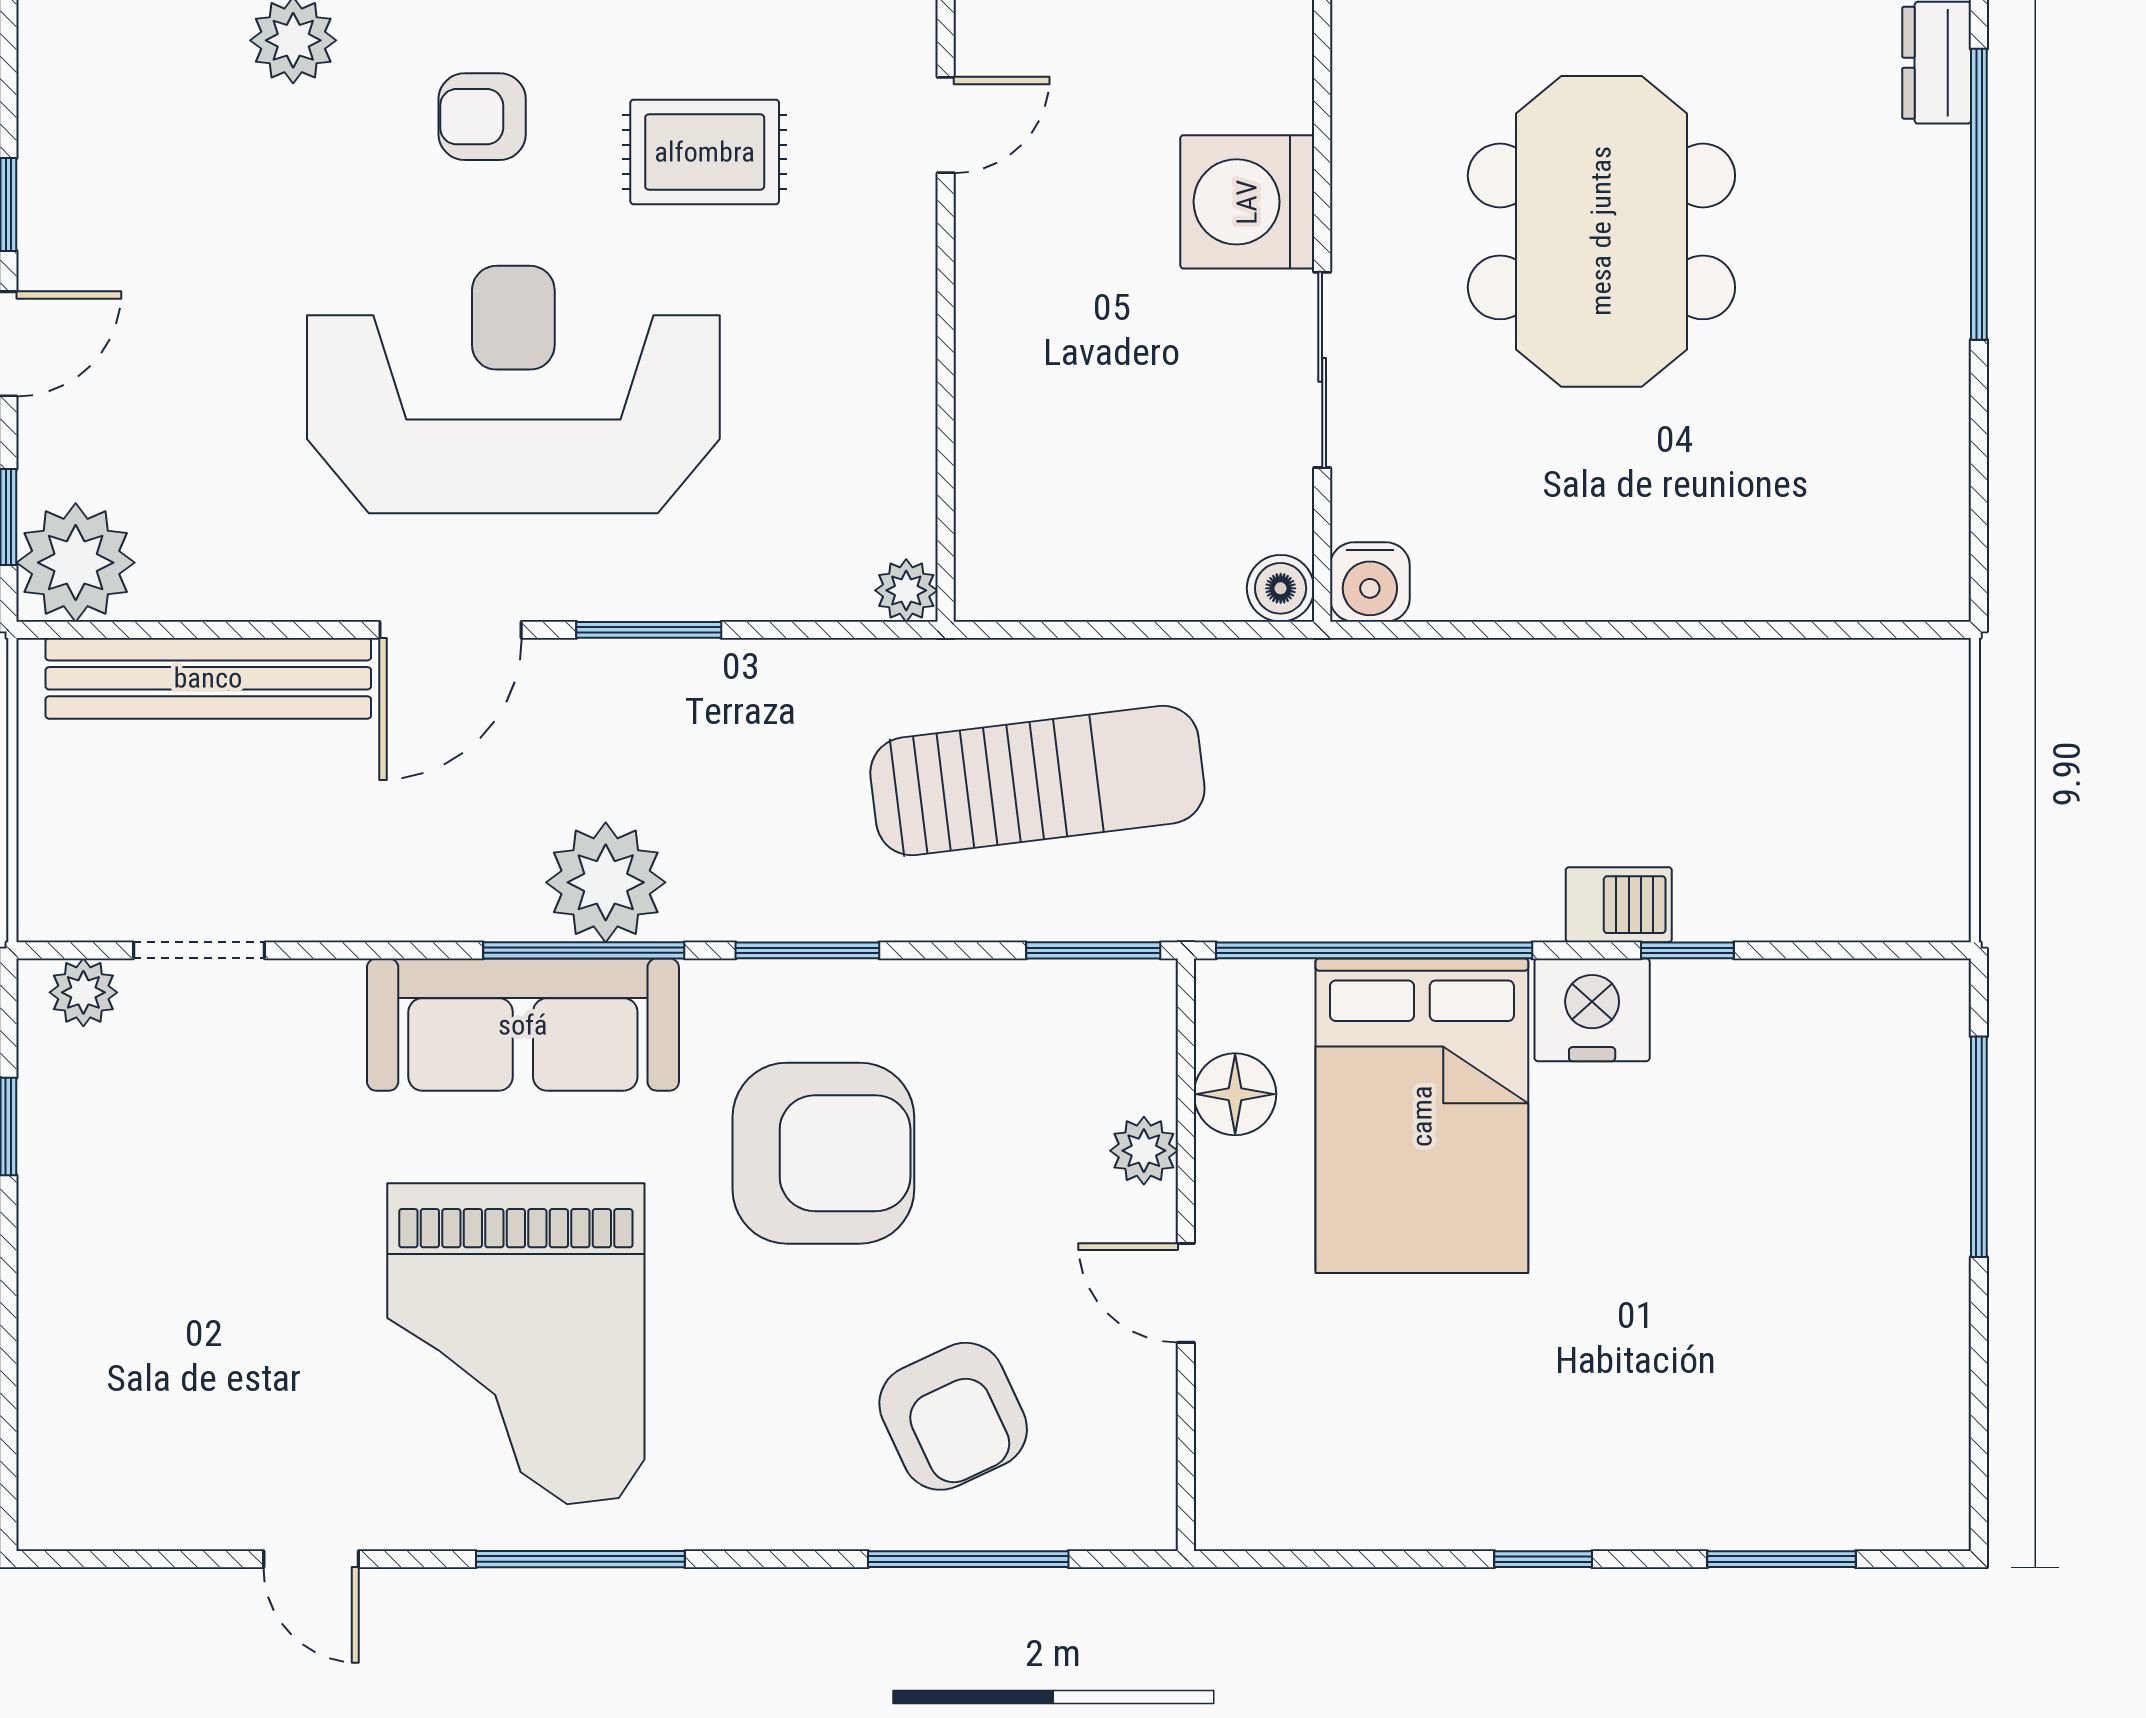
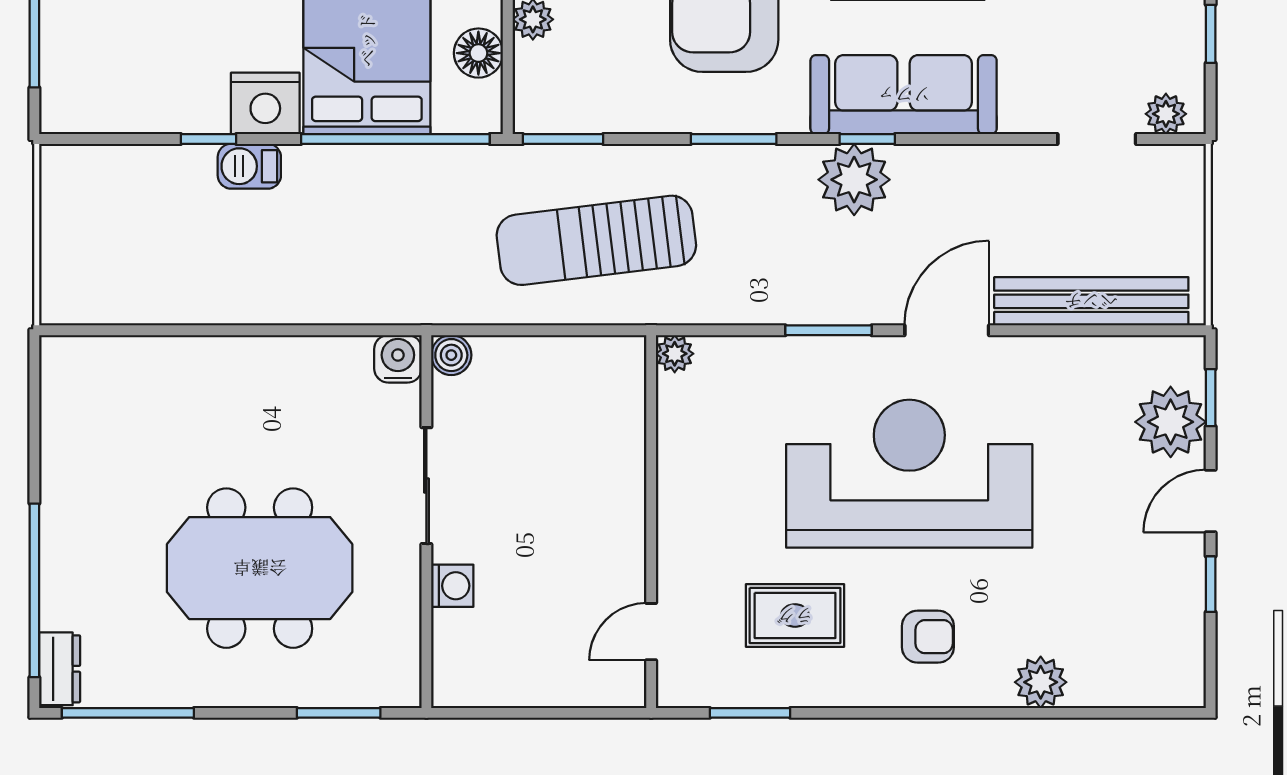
washing machine: (1247, 202) -> (452, 586), width x0.53, depth x0.53
meeting table: (1601, 231) -> (260, 568), turned 90
reception desk: (513, 390) -> (909, 474), turned 180
plant: (76, 563) -> (1171, 422), moved
window: (584, 950) -> (867, 139), width x0.46

